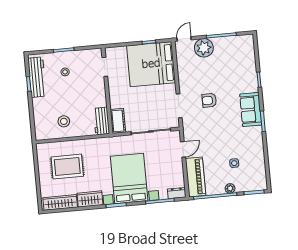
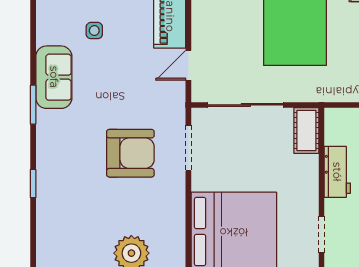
armchair: (209, 100) -> (130, 153), width x1.88, depth x1.88
sofa: (251, 110) -> (54, 77), moved
workbench: (101, 121) -> (337, 172), moved

